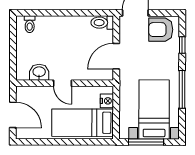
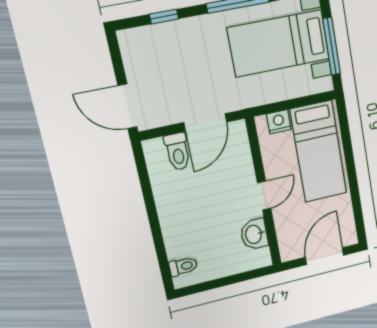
toilet: (102, 23) -> (178, 152), moved
armchair: (161, 30) -> (146, 58), removed
door: (116, 56) -> (205, 122), hinge flipped

